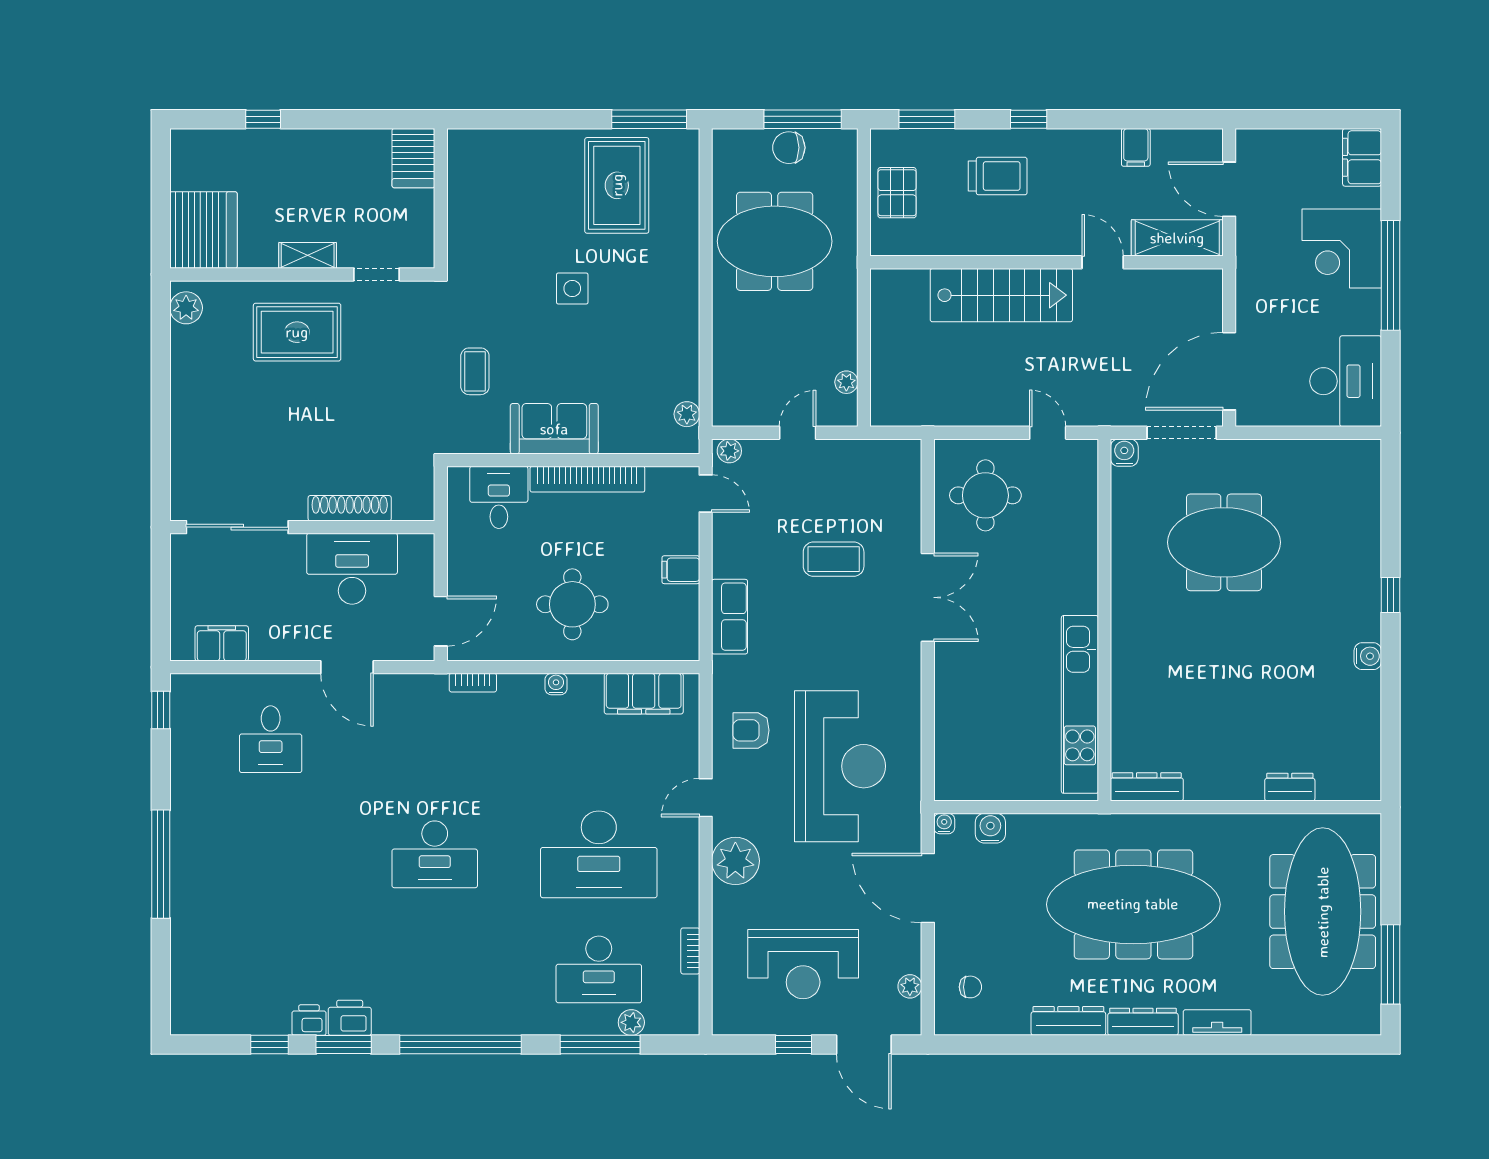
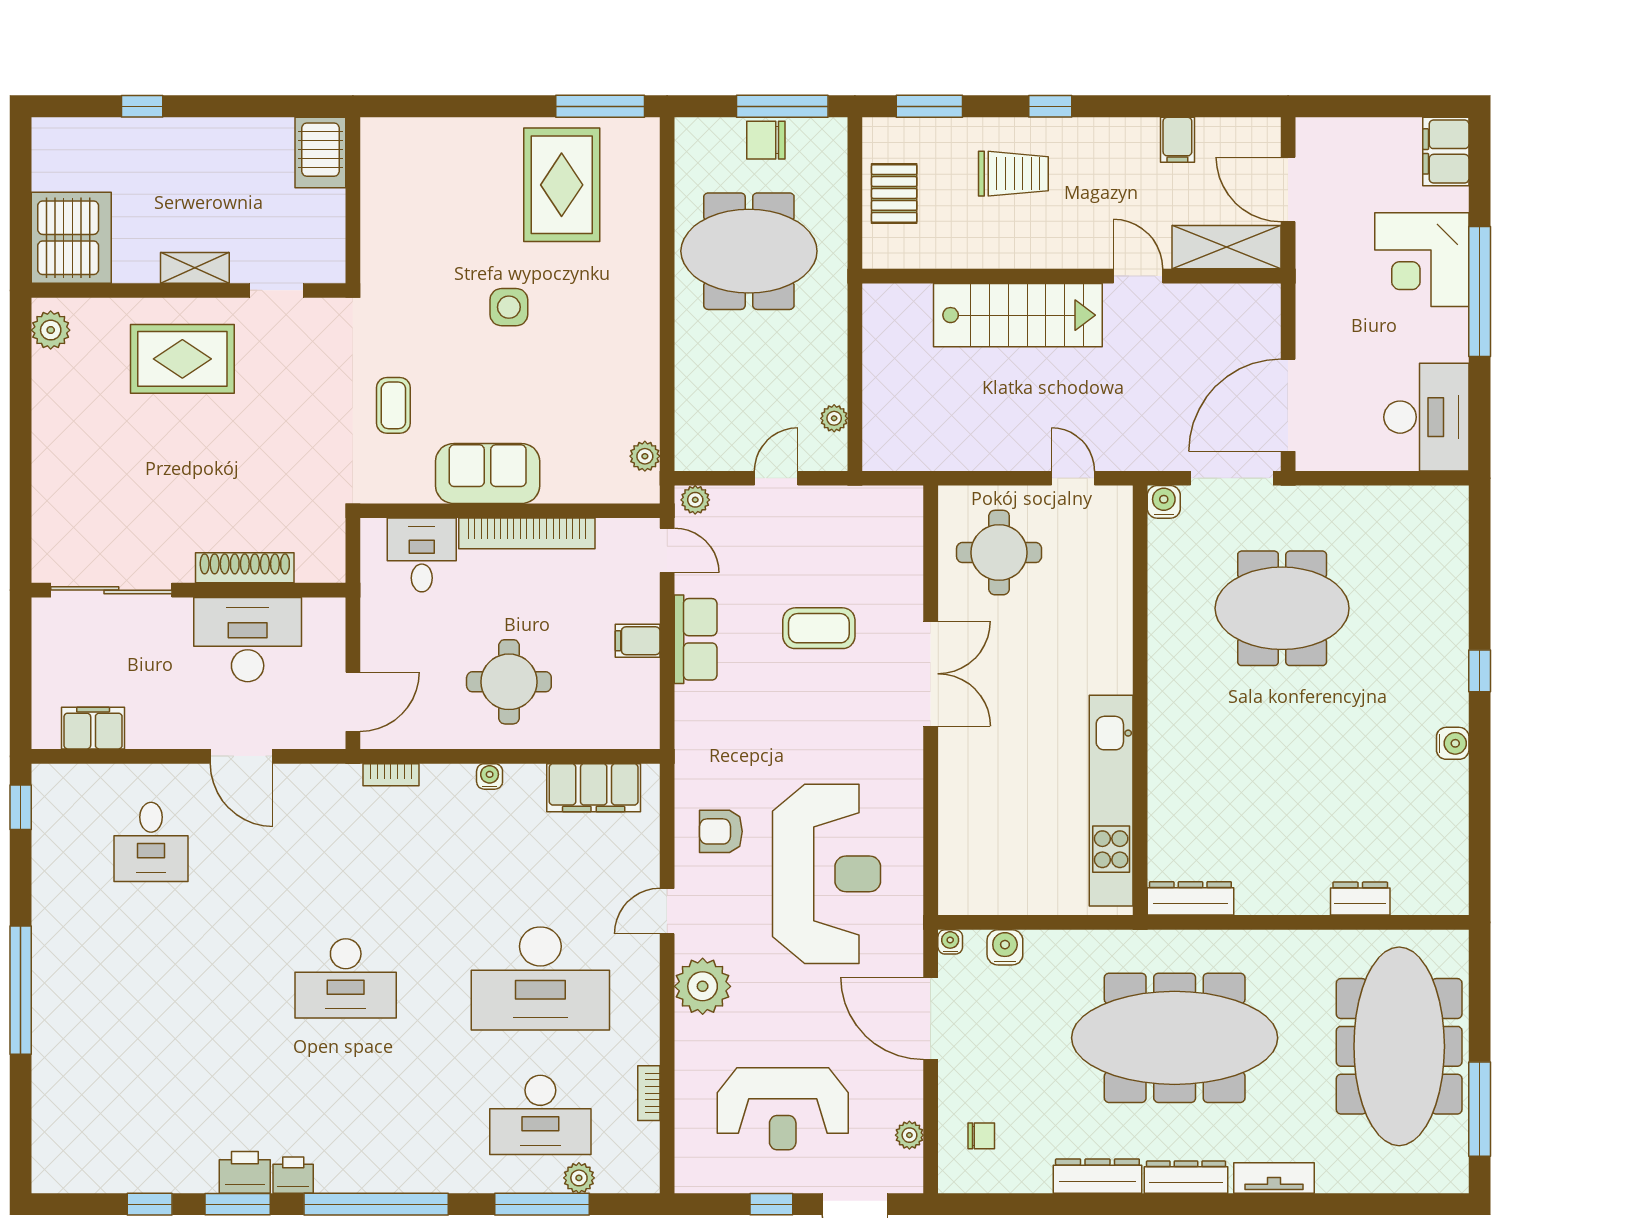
row of seats: (730, 617) -> (696, 639), moved
printer: (309, 1020) -> (293, 1175), moved

